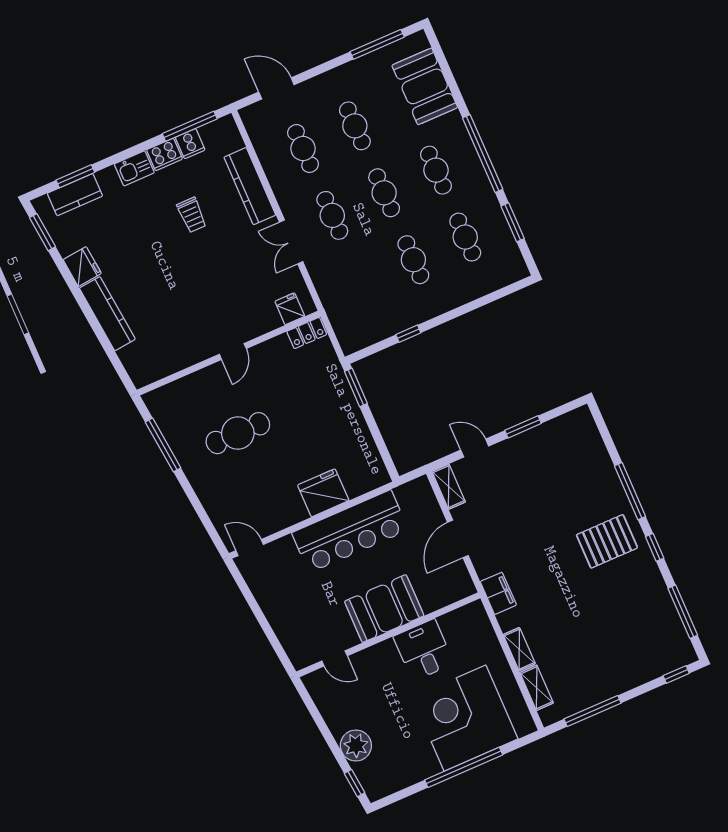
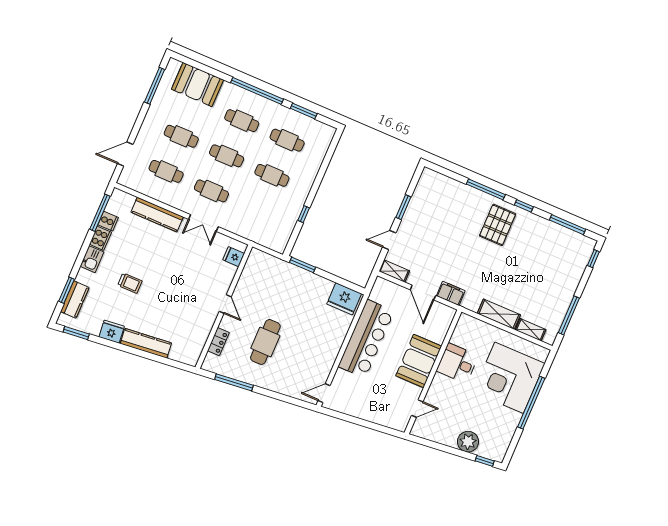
trolley: (192, 215) -> (130, 283), moved
locker: (307, 333) -> (218, 342), moved
fridge: (323, 493) -> (344, 299), moved, turned -90
filing cabinet: (498, 593) -> (451, 293), moved
shelving: (519, 649) -> (499, 314), width x1.50, depth x1.33

